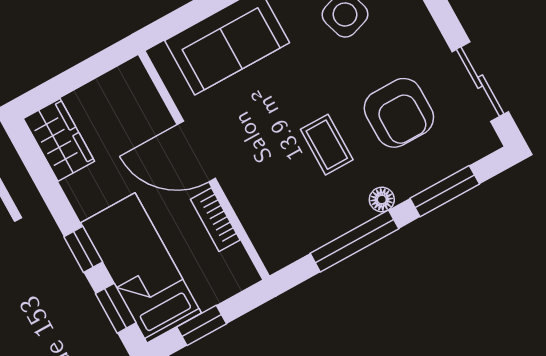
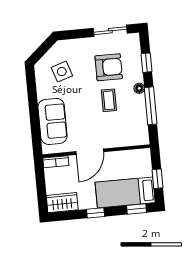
coffee table: (327, 145) -> (109, 100), turned 90
window: (445, 191) -> (147, 63), width x0.67
bookcase: (215, 220) -> (56, 162), moved
window: (83, 249) -> (96, 213), moved

